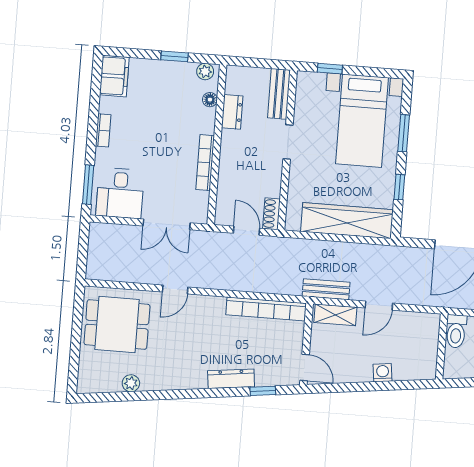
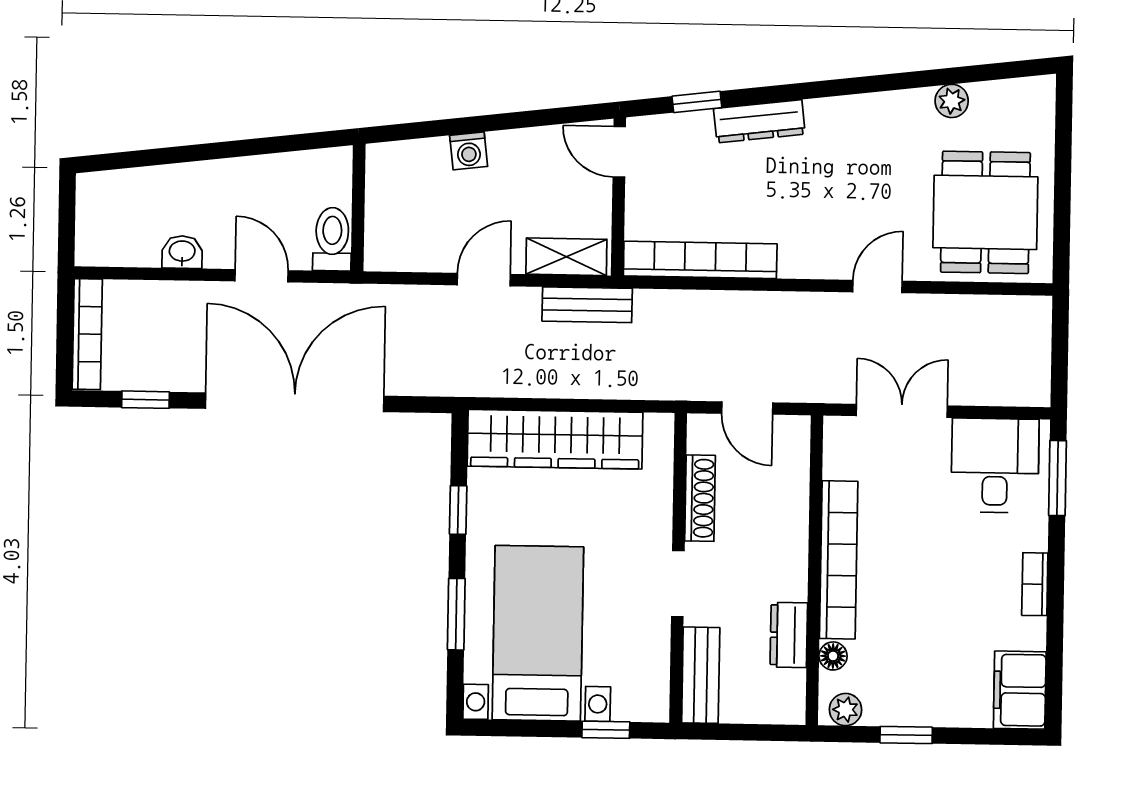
bookcase: (205, 163) -> (839, 560), width x1.48, depth x1.31
shoe rack: (271, 214) -> (700, 498), moved, width x1.43
dining table: (117, 324) -> (985, 212), turned 90

